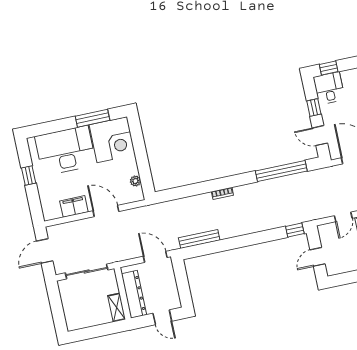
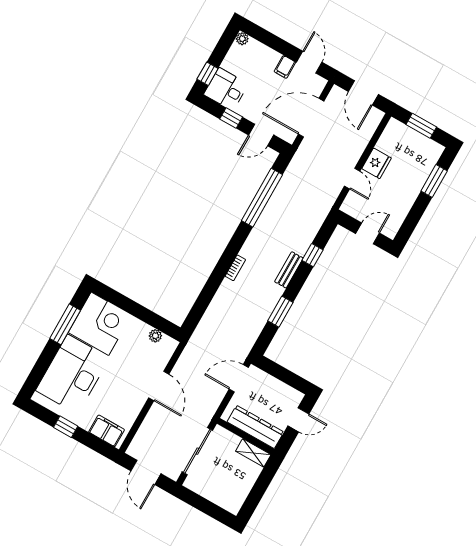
filing cabinet: (74, 206) -> (107, 431), moved, turned 90
door: (106, 211) -> (159, 386), swing flipped
window: (295, 230) -> (313, 255), moved
bench: (199, 239) -> (289, 270), moved, width x0.73
window: (220, 246) -> (280, 312), added
door: (318, 257) -> (367, 233), swing flipped

